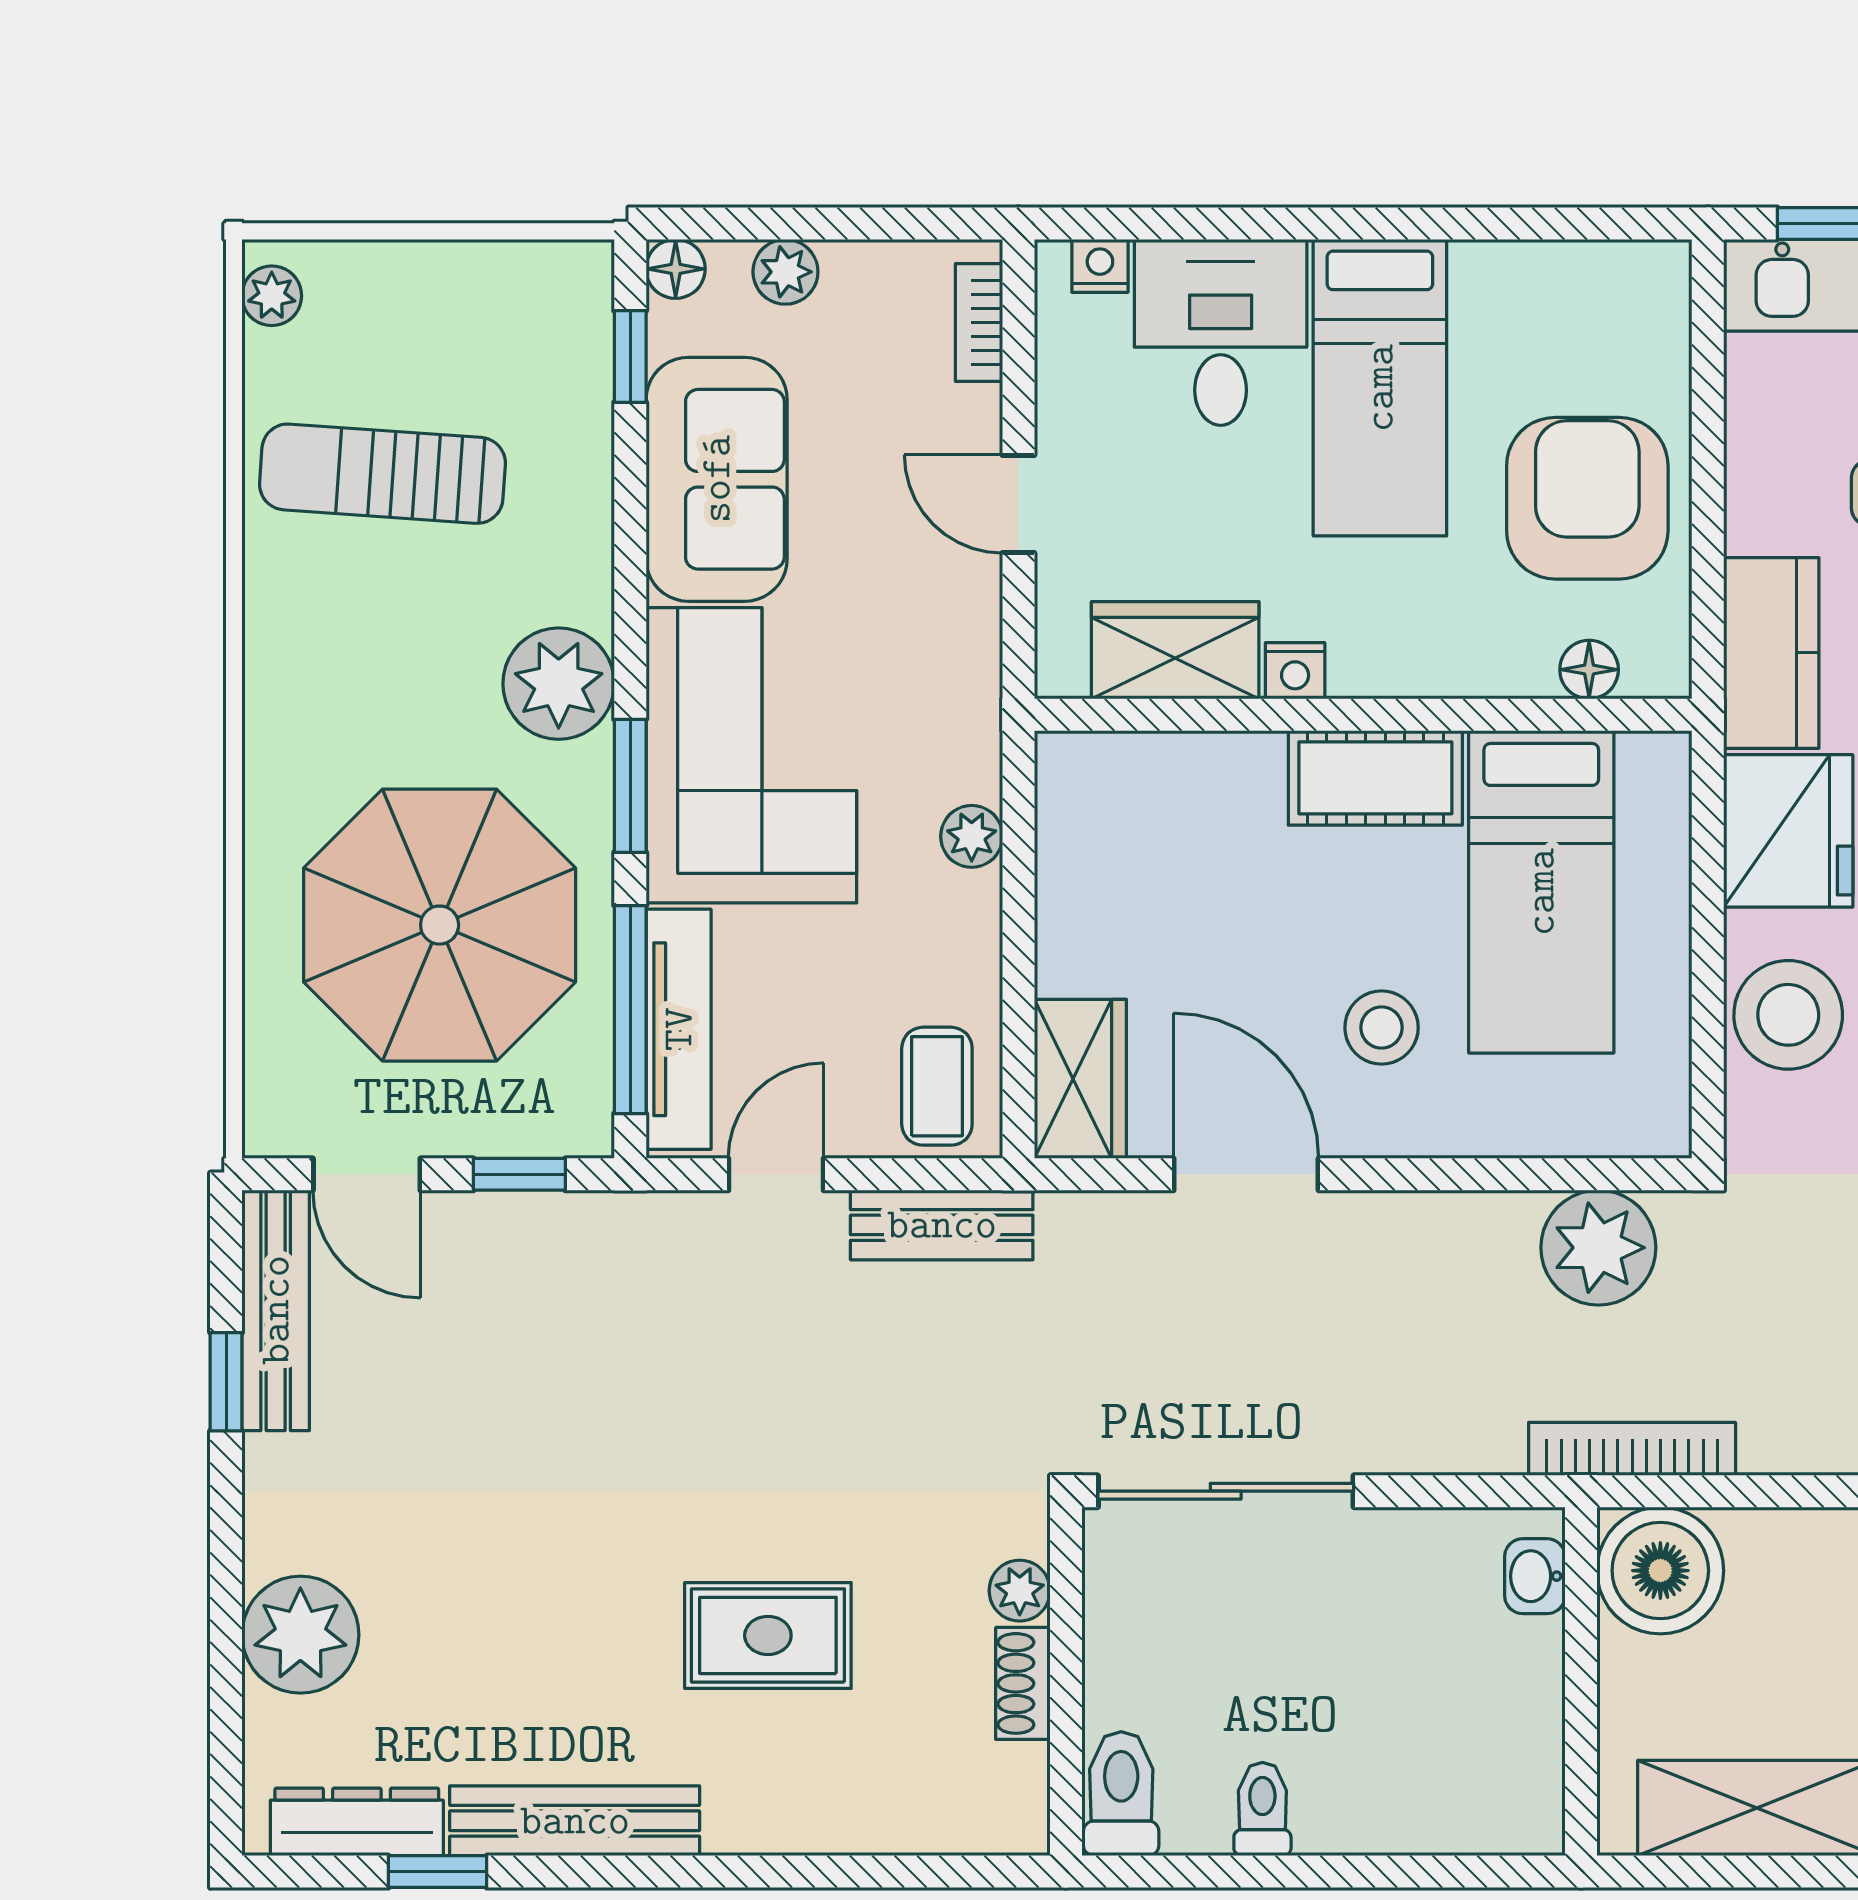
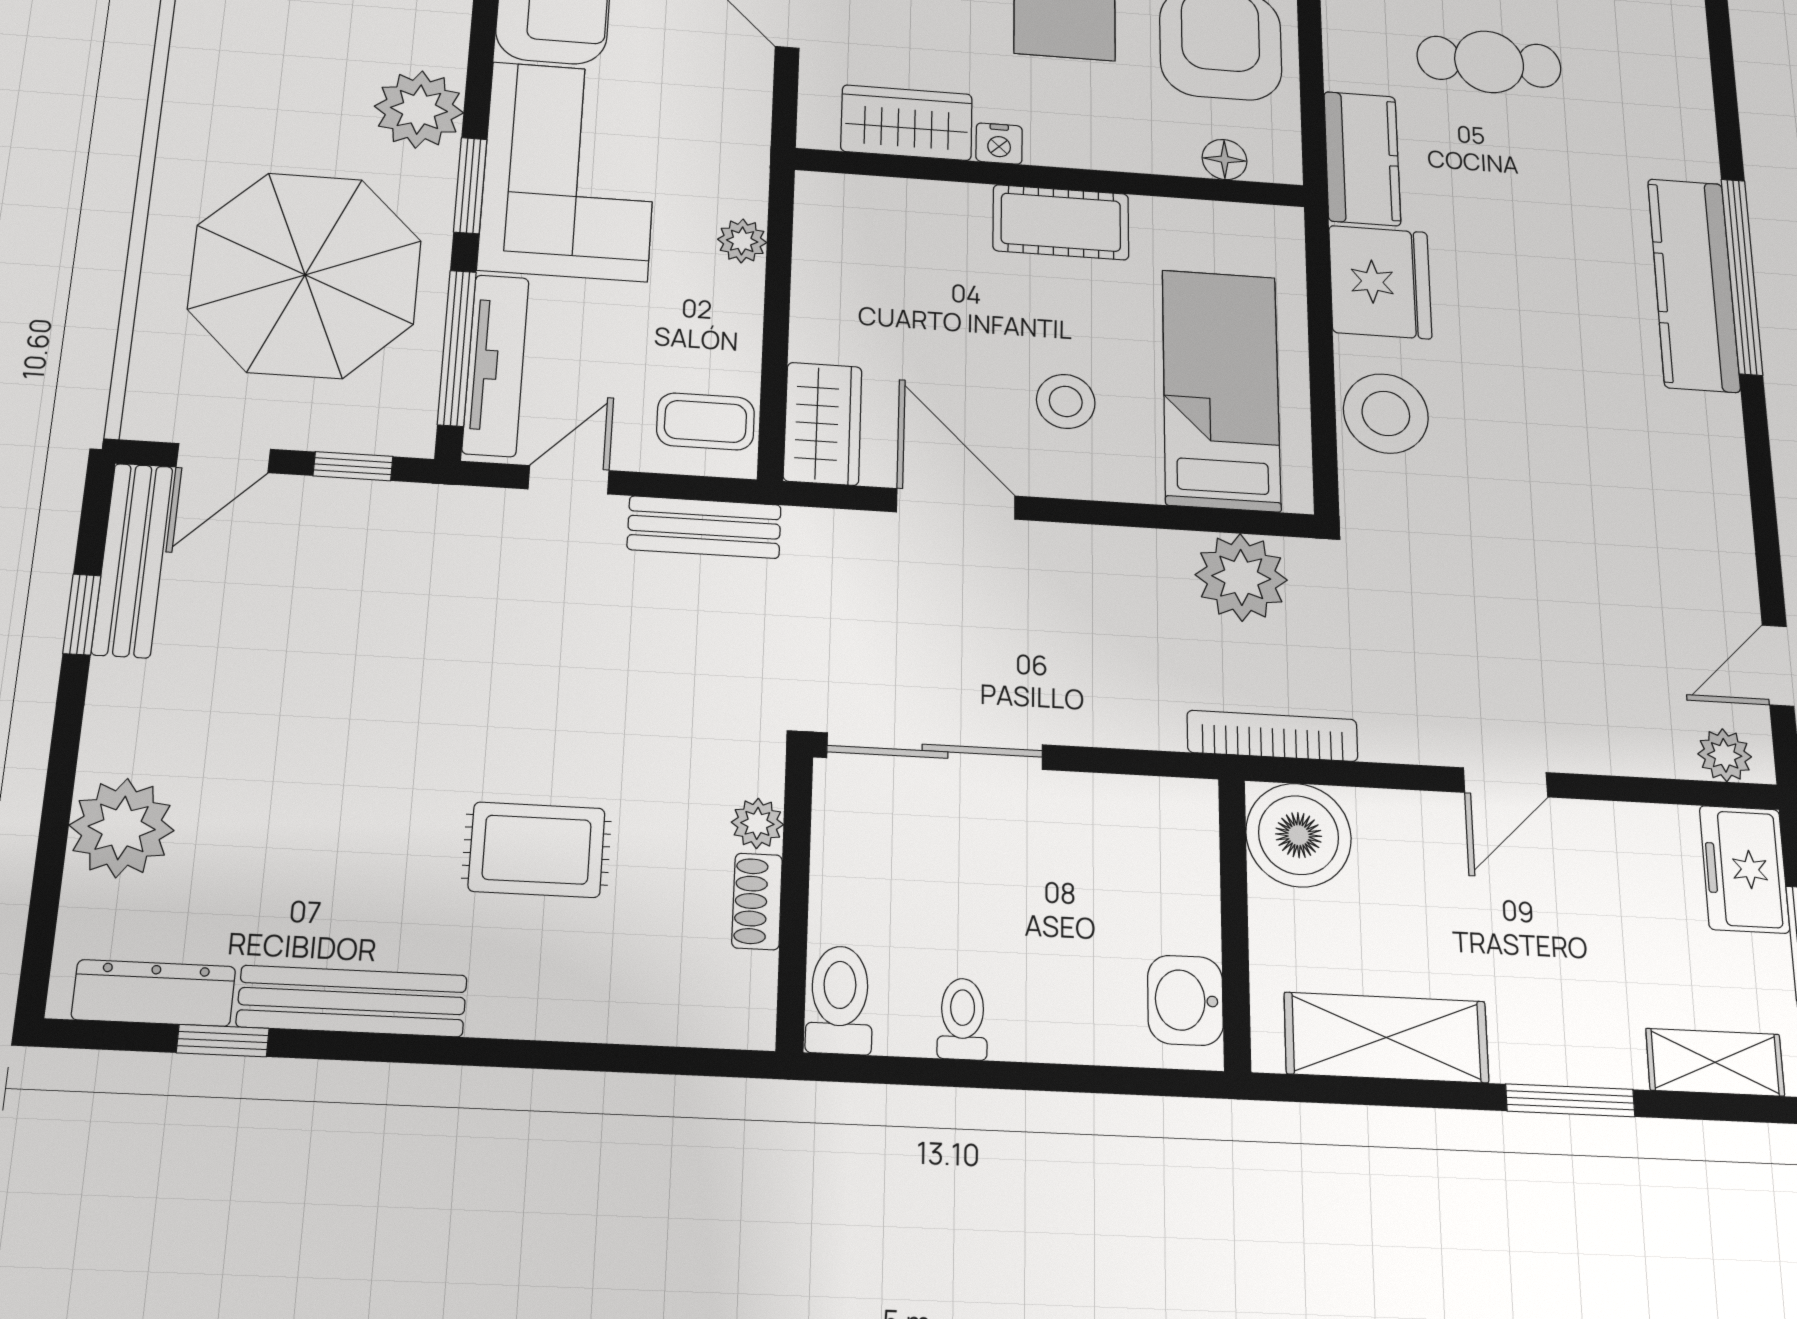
bed: (1541, 892) -> (1221, 390), moved, turned 180
coffee table: (937, 1086) -> (706, 421), turned 90
door: (367, 1174) -> (223, 458), hinge flipped
washbasin: (1535, 1576) -> (1185, 1000), moved, width x1.38, depth x1.45

